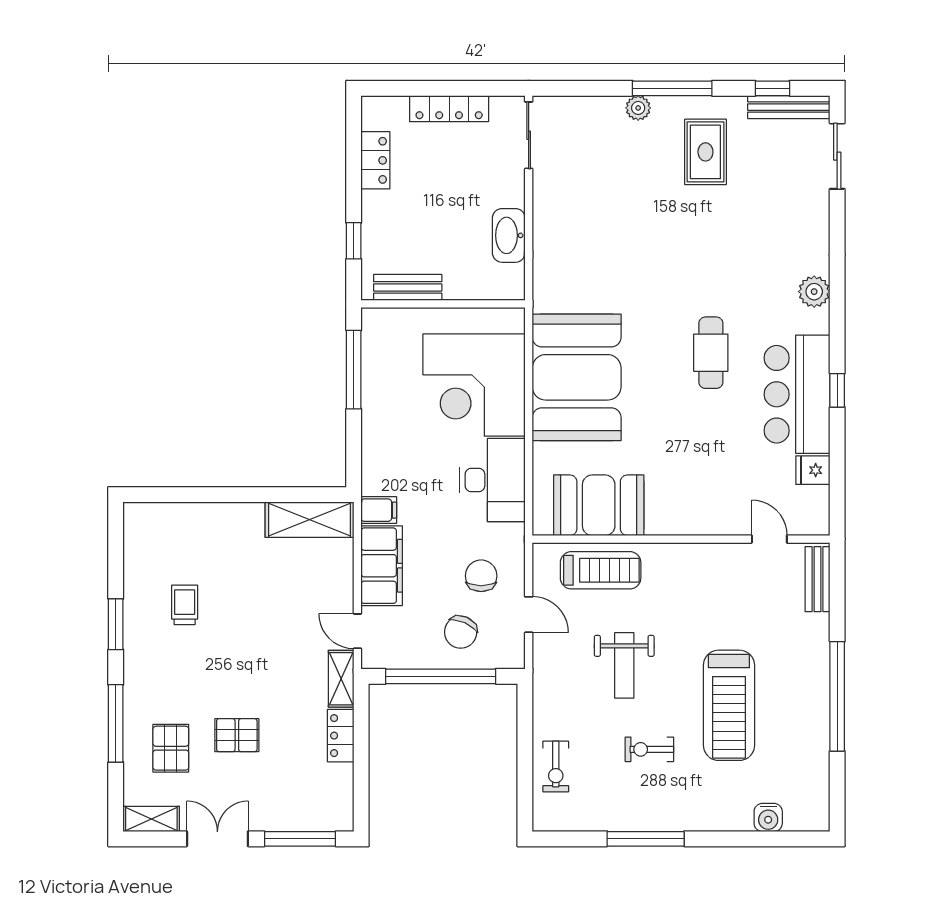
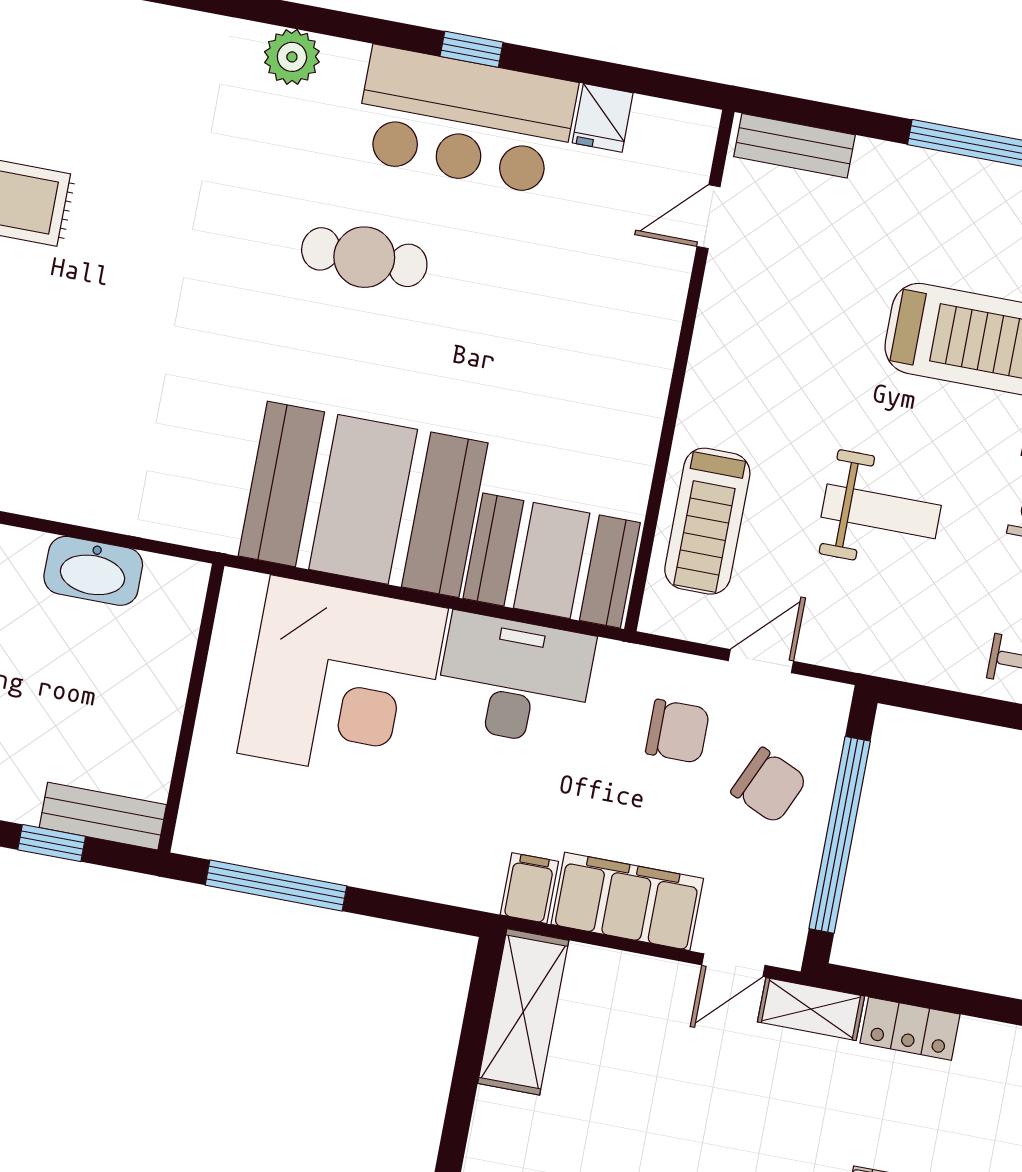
bench: (408, 287) -> (103, 816), moved, turned 90
booth: (599, 505) -> (552, 561), moved, turned 90
treadmill: (601, 570) -> (707, 521), turned 180
chair: (481, 576) -> (678, 731), turned 180

